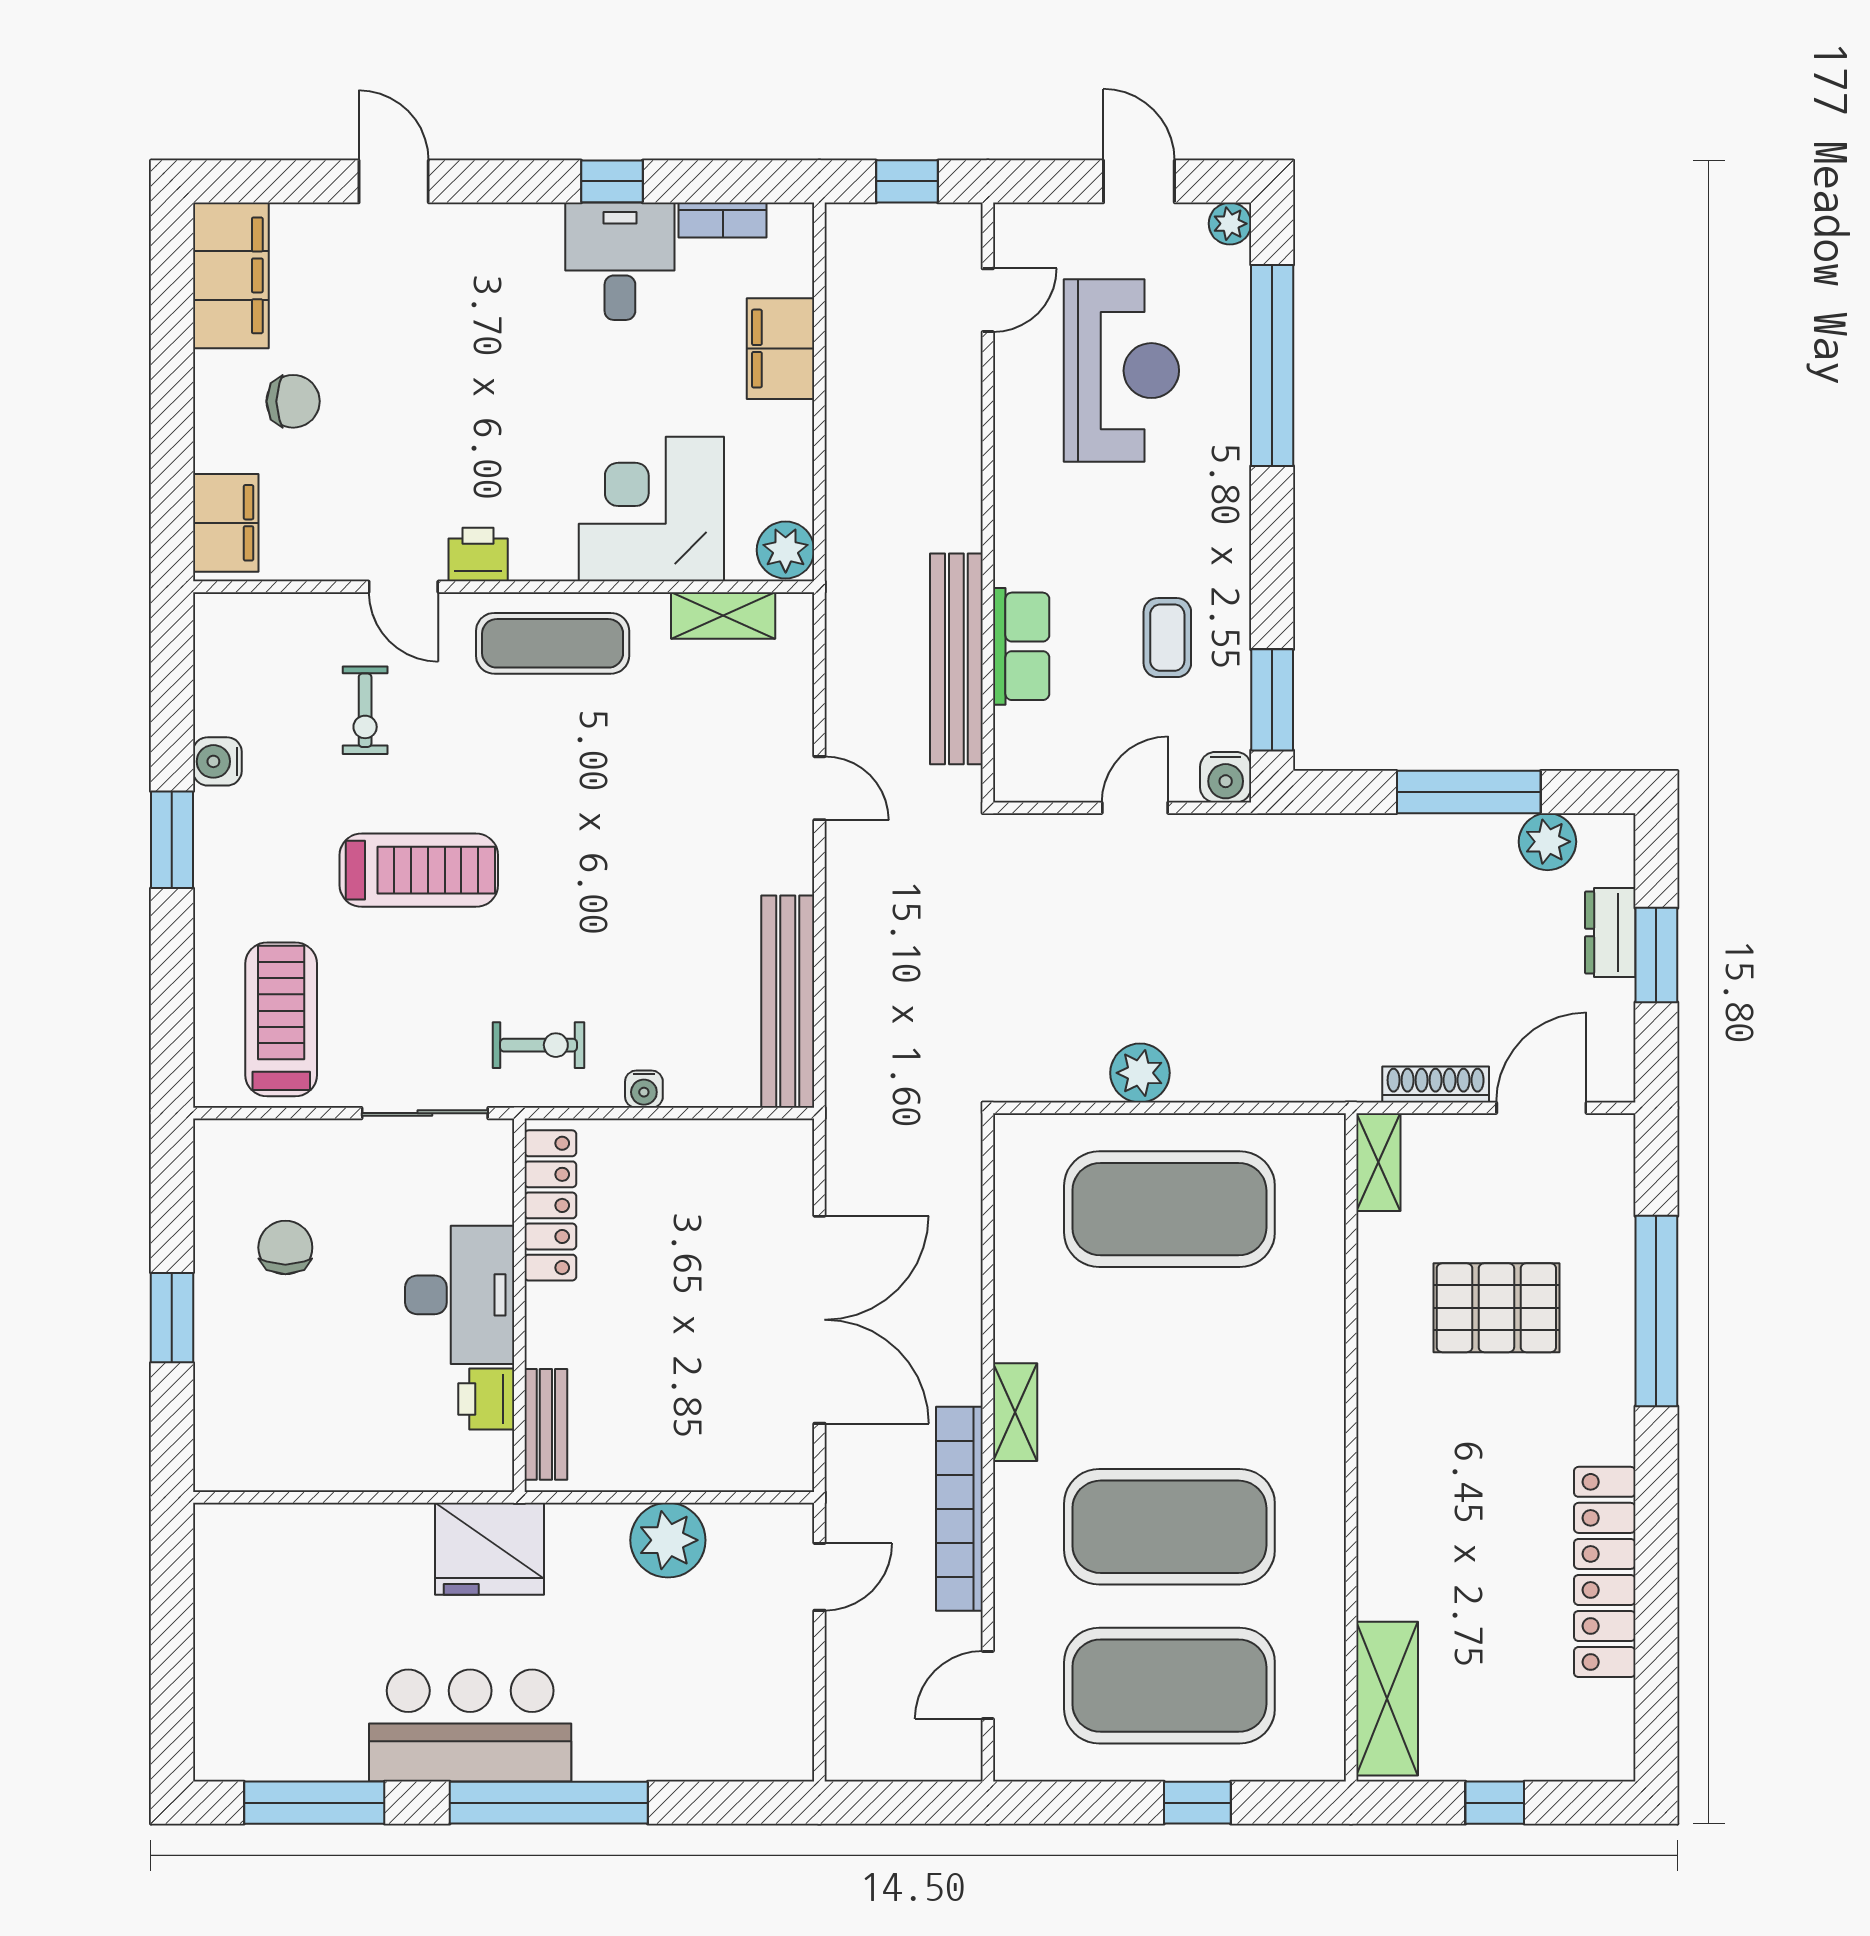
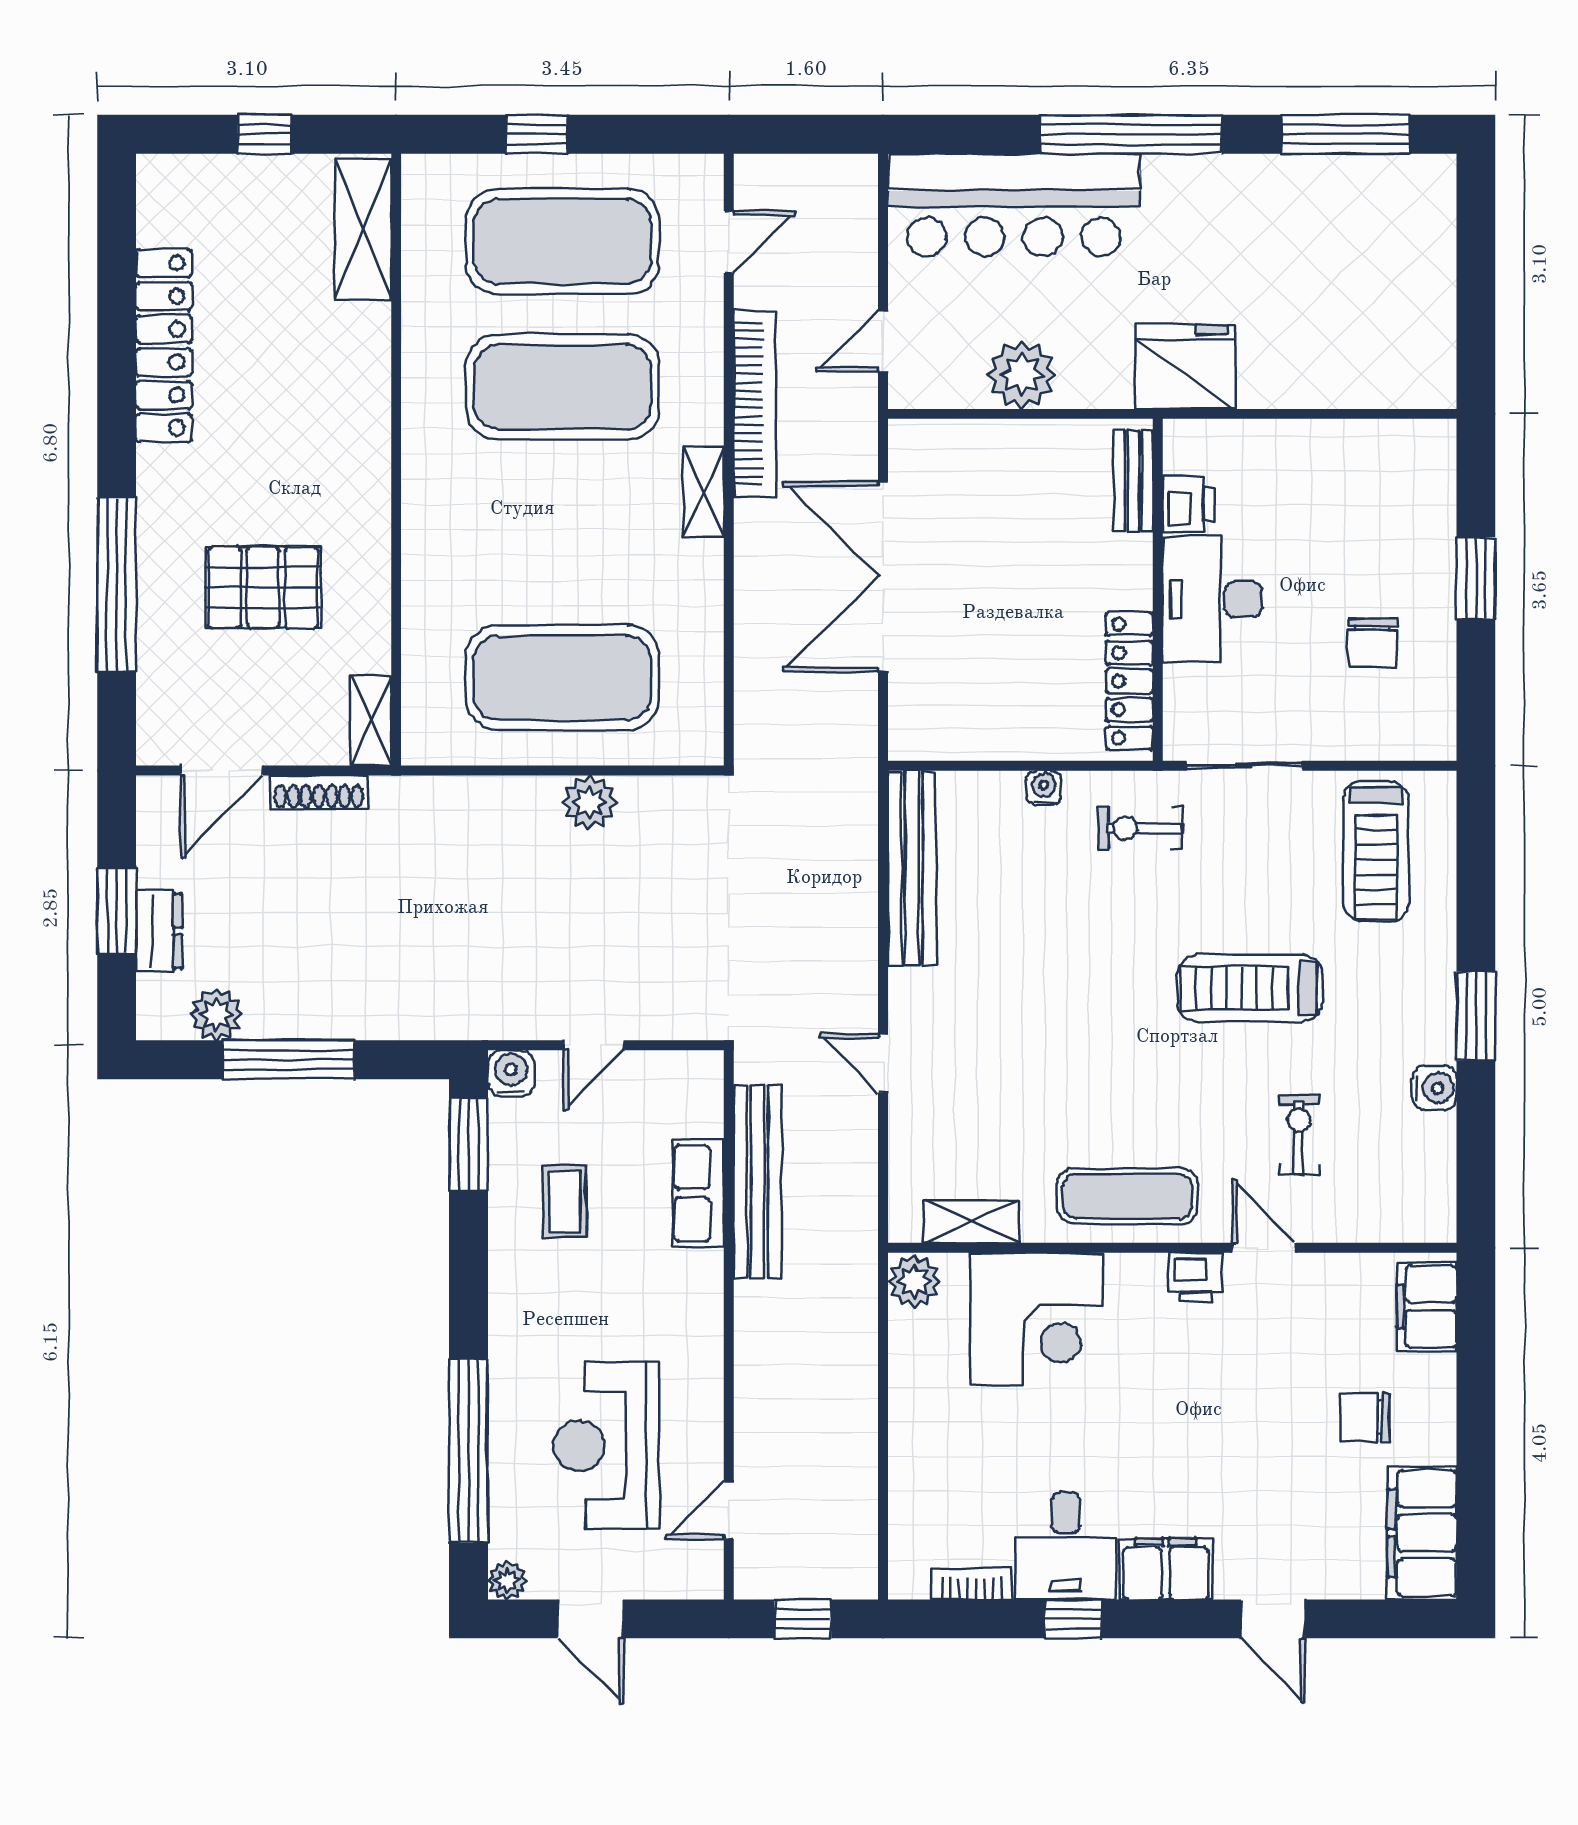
filing cabinet: (780, 349) -> (1166, 1569), moved, turned -90
bar counter: (470, 1726) -> (1014, 205), moved, width x1.36

